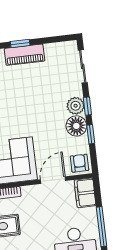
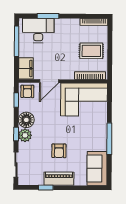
window: (20, 43) -> (46, 188), moved
armchair: (29, 91) -> (59, 151), added
window: (91, 134) -> (16, 100), moved

